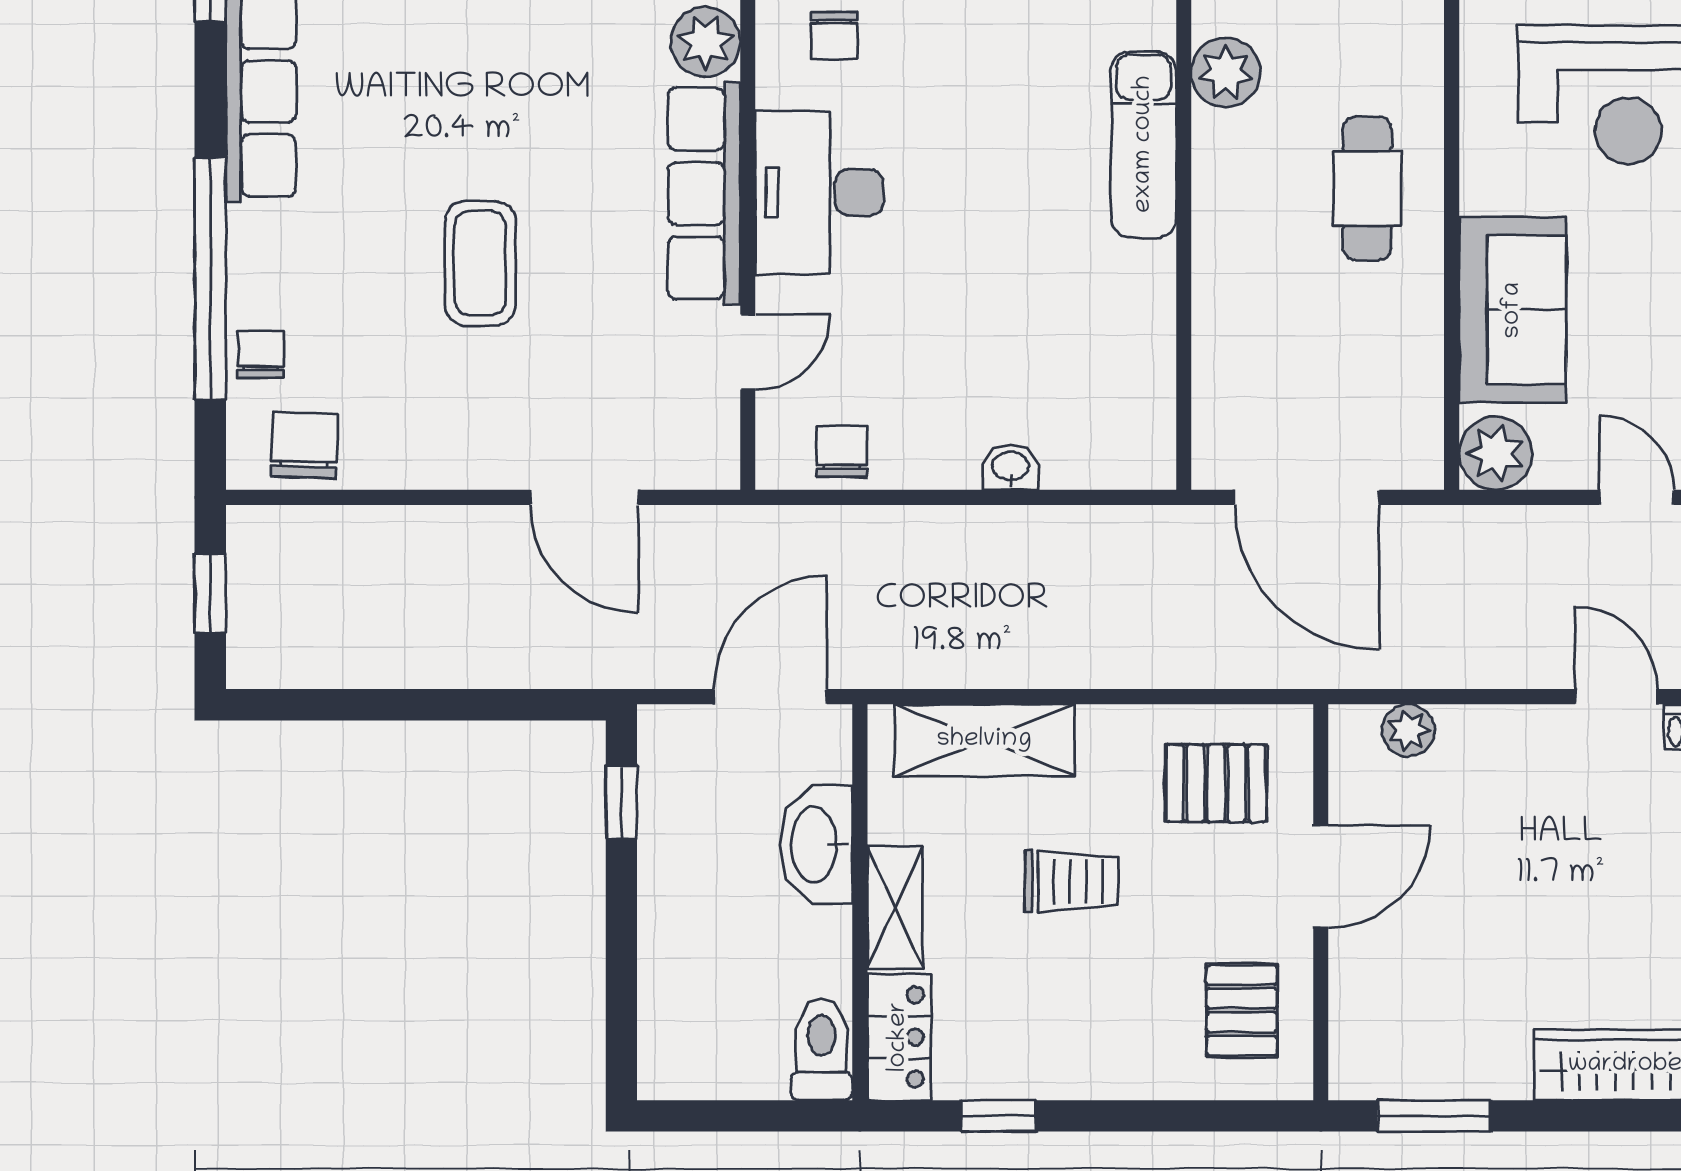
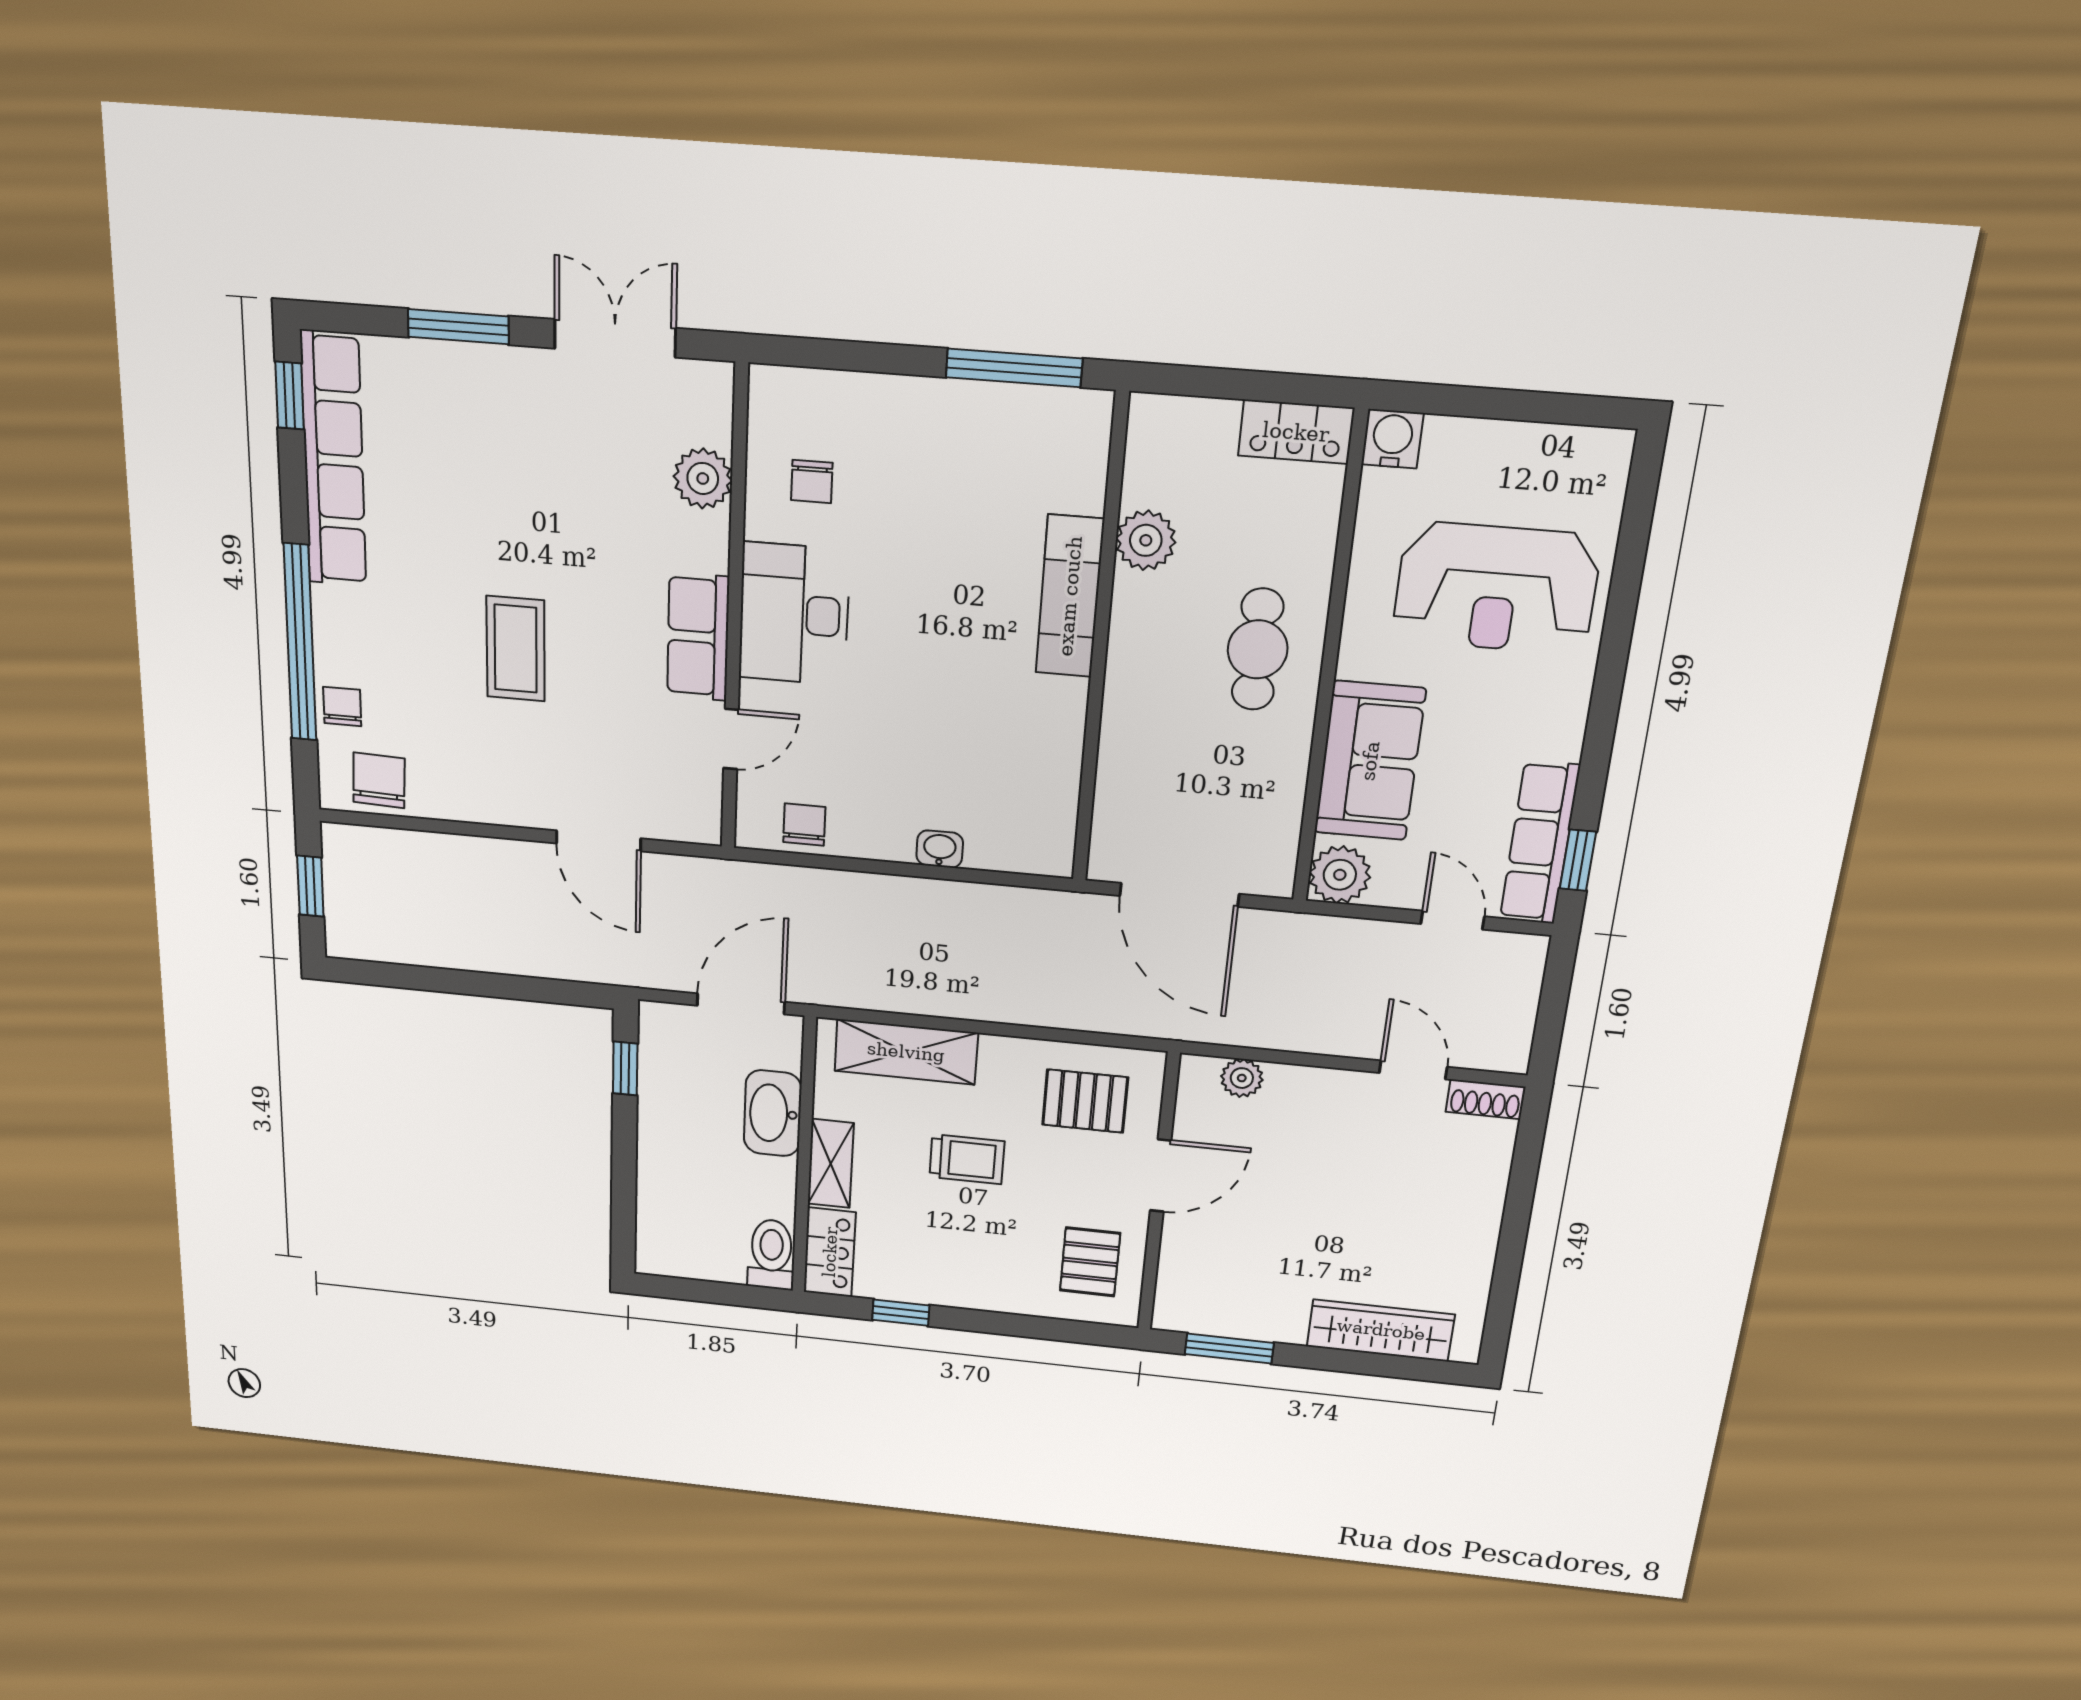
row of seats: (704, 194) -> (698, 637), width x0.68

